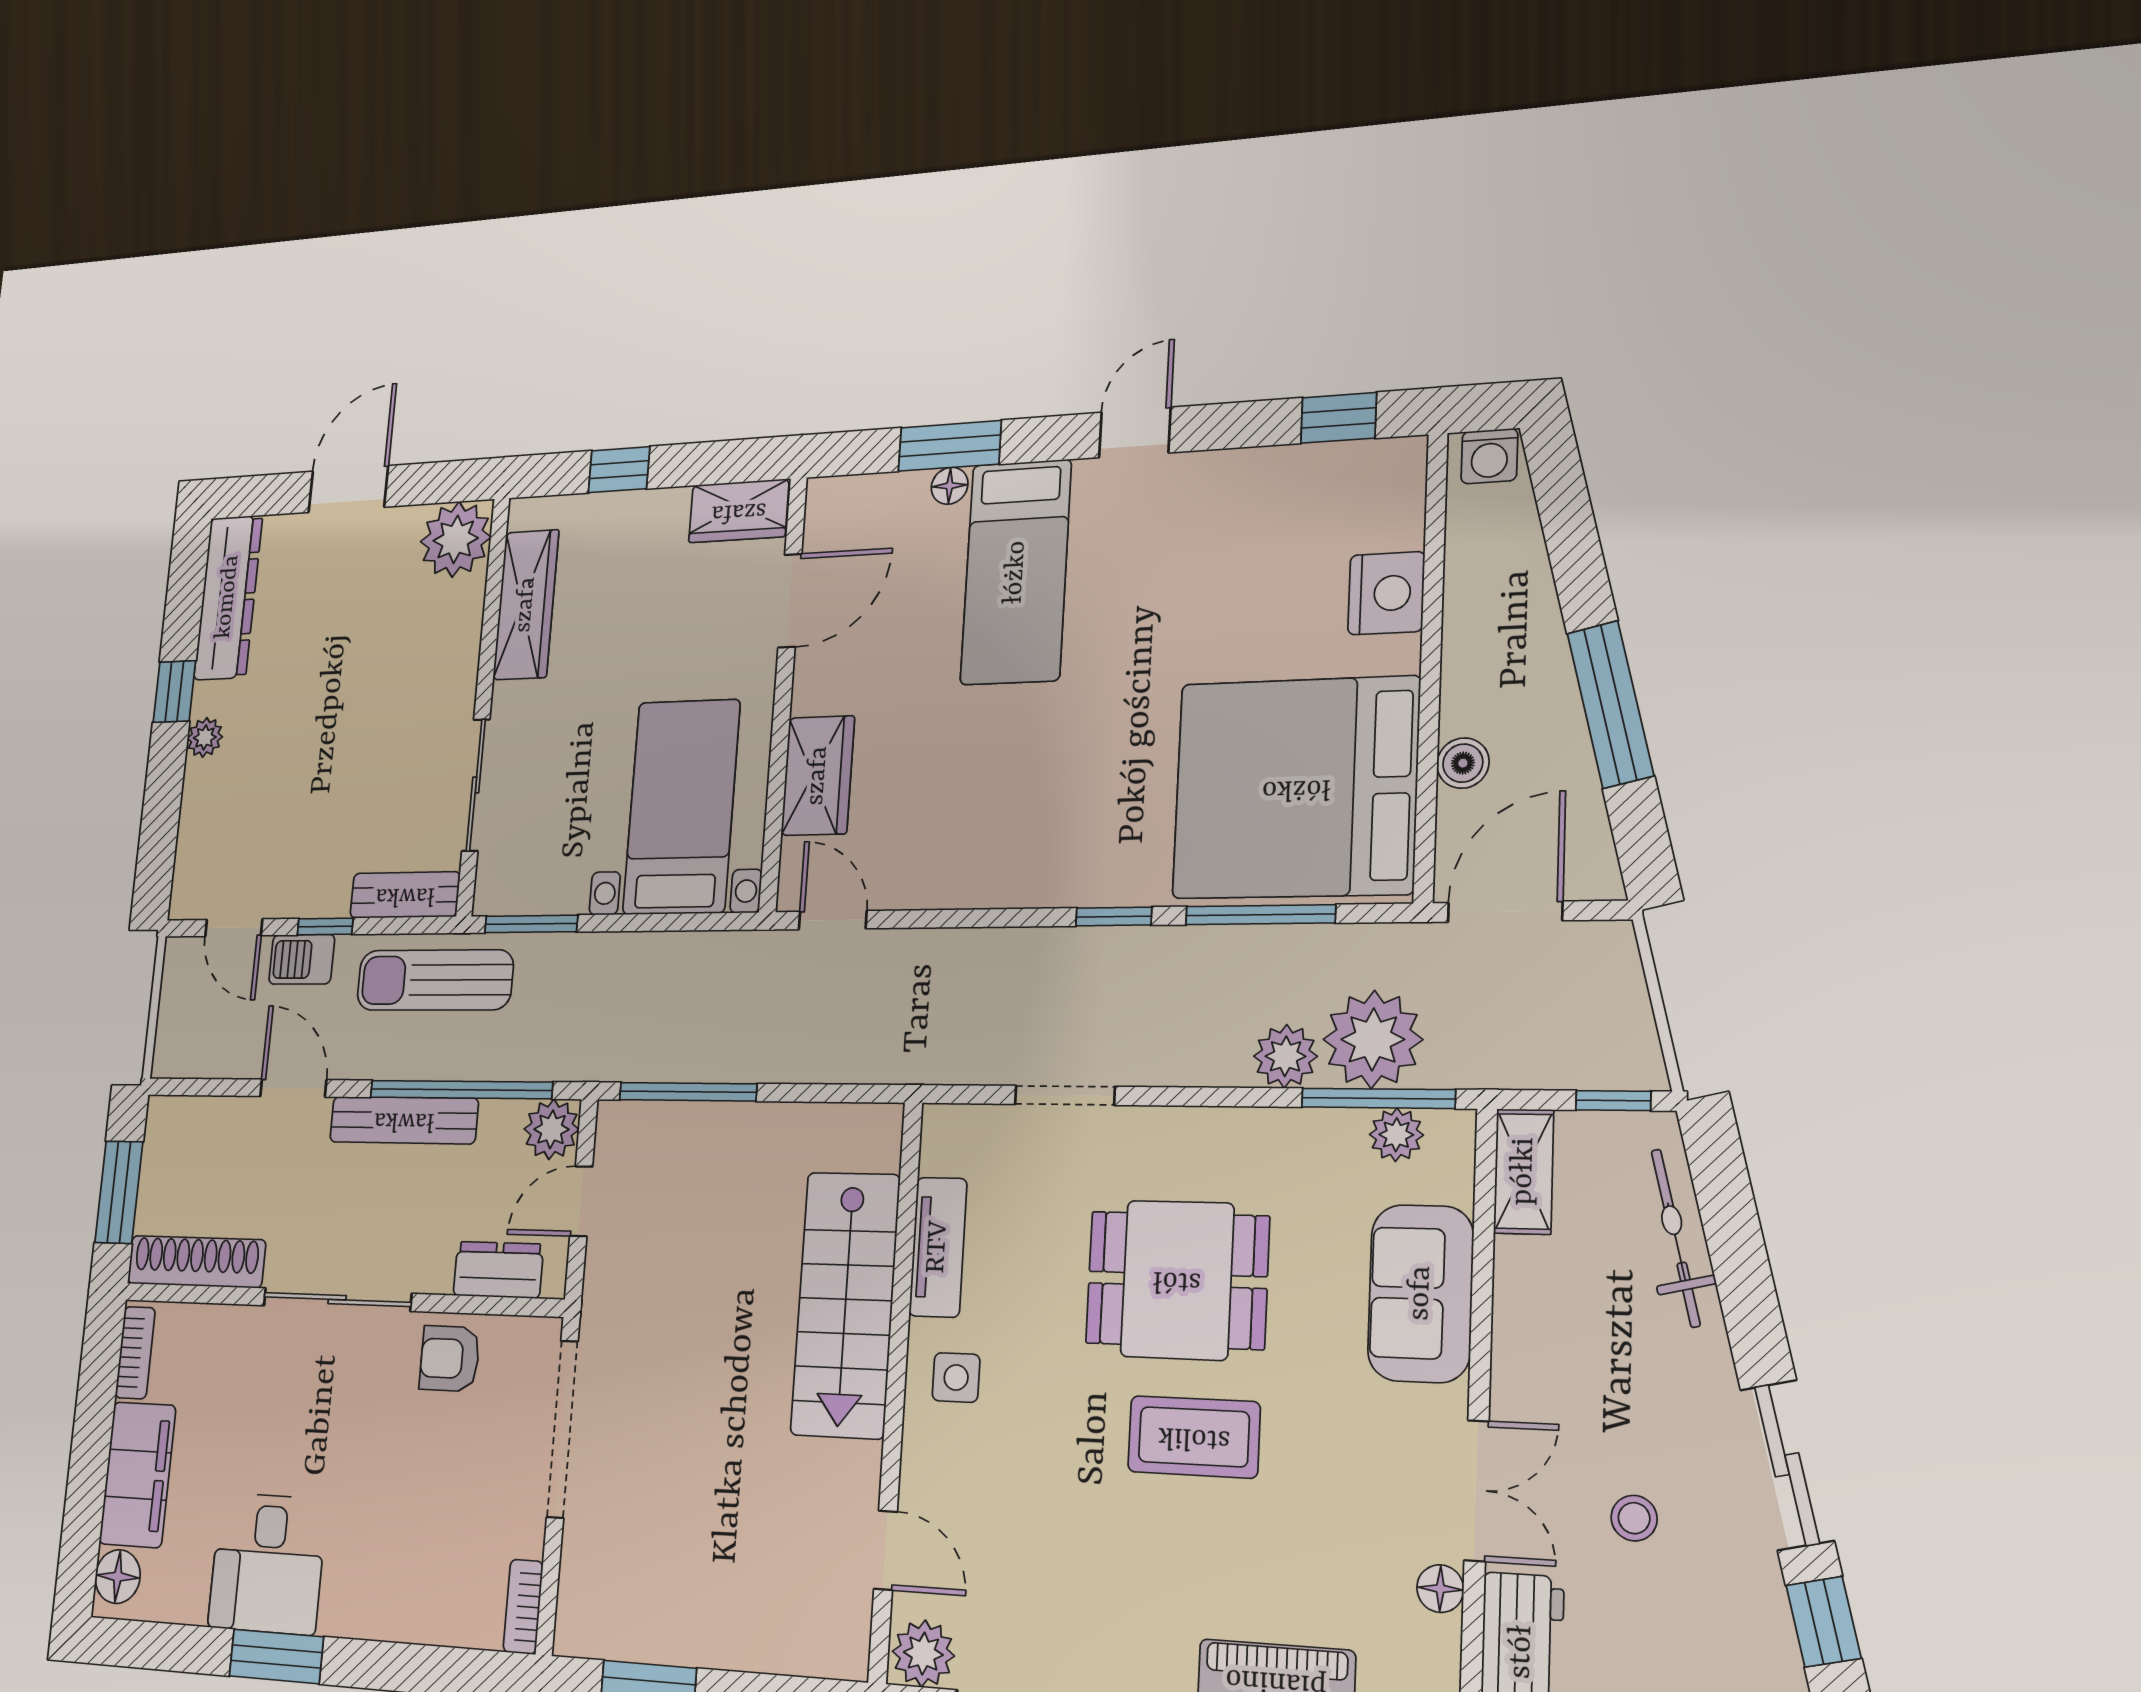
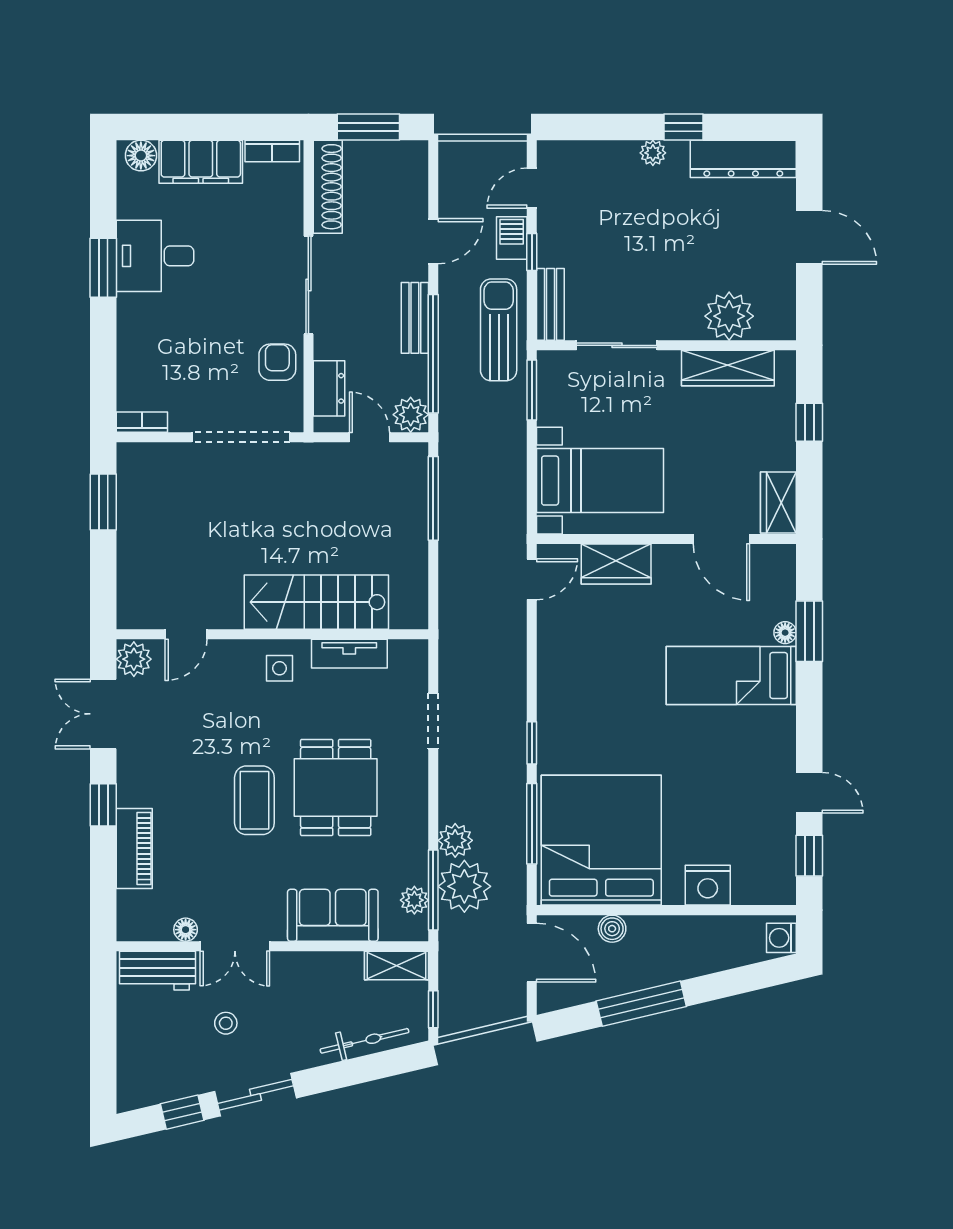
door: (1135, 433) -> (809, 793), moved
plant: (456, 539) -> (729, 316), moved
bench: (404, 1120) -> (415, 318), width x0.73

